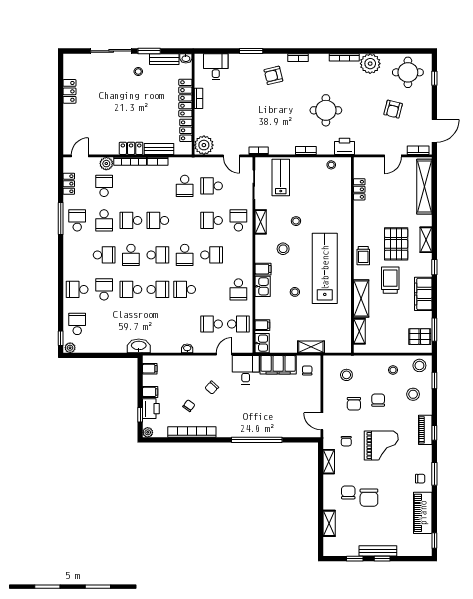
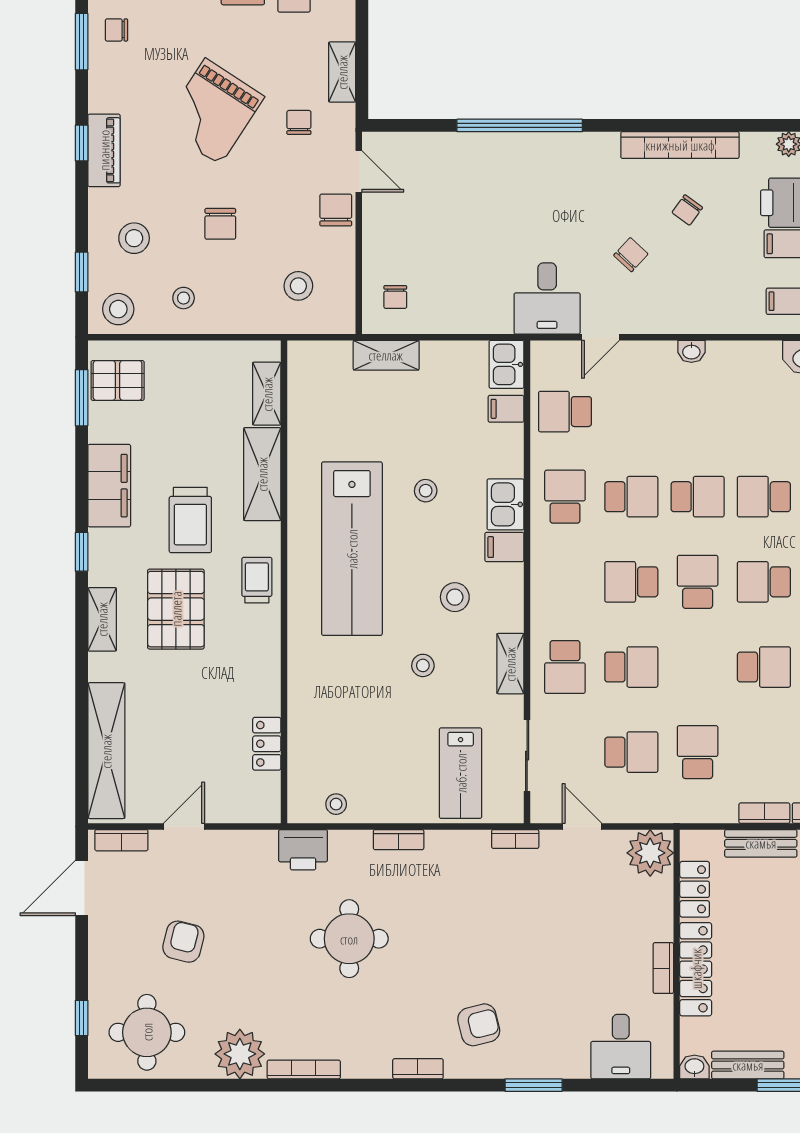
school desk: (212, 324) -> (631, 497), moved
filing cabinet: (278, 365) -> (467, 311), removed
chair: (354, 404) -> (336, 210), moved
grand piano: (381, 446) -> (213, 112), turned -57

